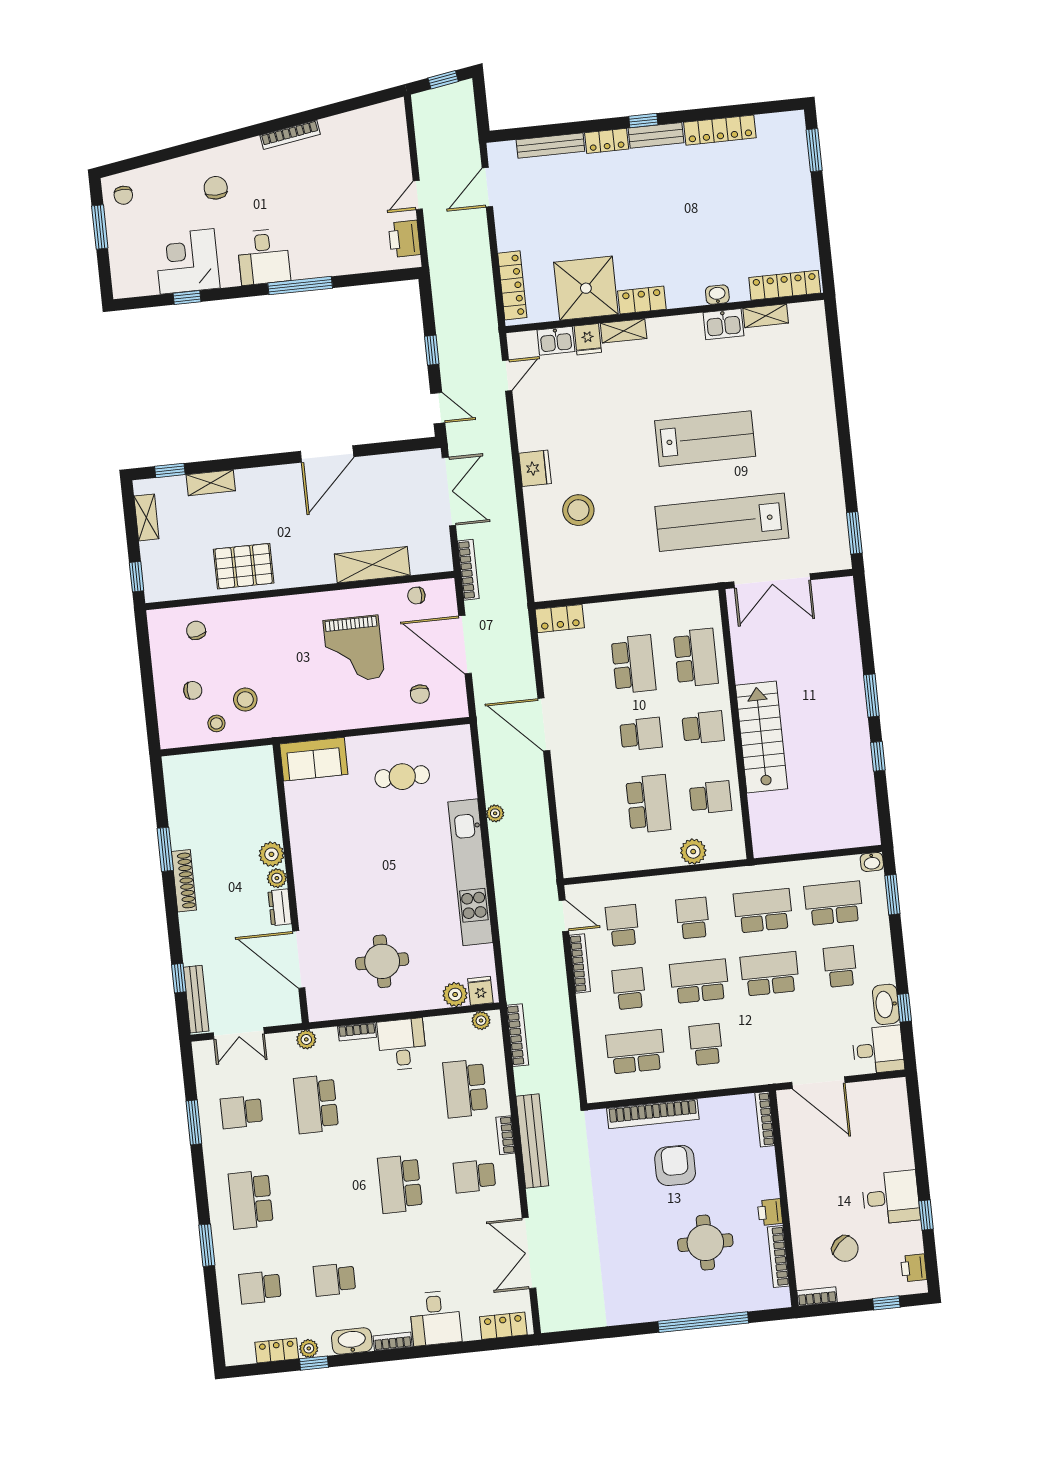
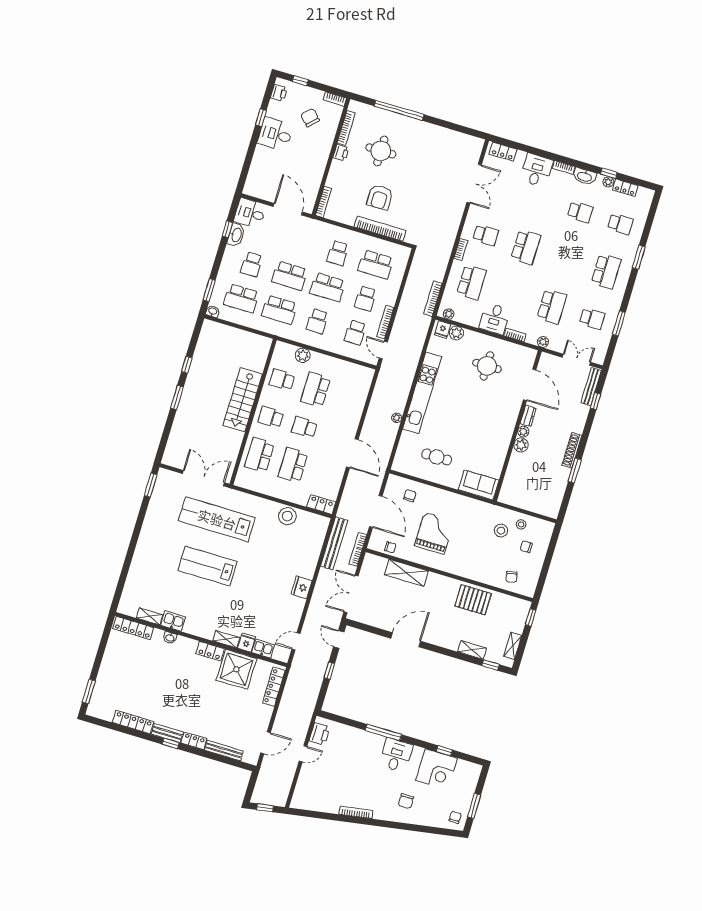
stool: (578, 510) -> (287, 516), moved
lab bench: (722, 522) -> (217, 519), turned 180
bench: (532, 1141) -> (334, 543), moved

